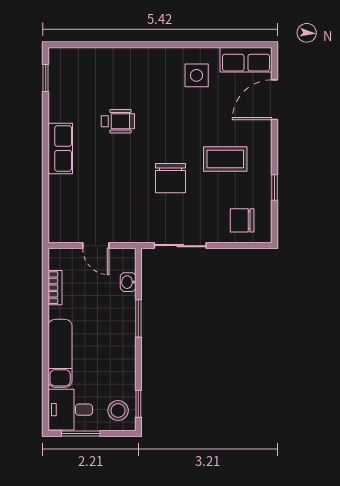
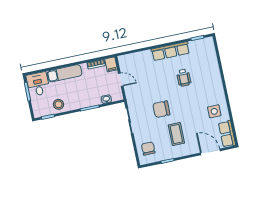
row of seats: (60, 148) -> (170, 51), width x1.48
door: (96, 246) -> (121, 80), swing flipped
filing cabinet: (62, 258) -> (111, 64), added
stool: (118, 411) -> (58, 104), moved

